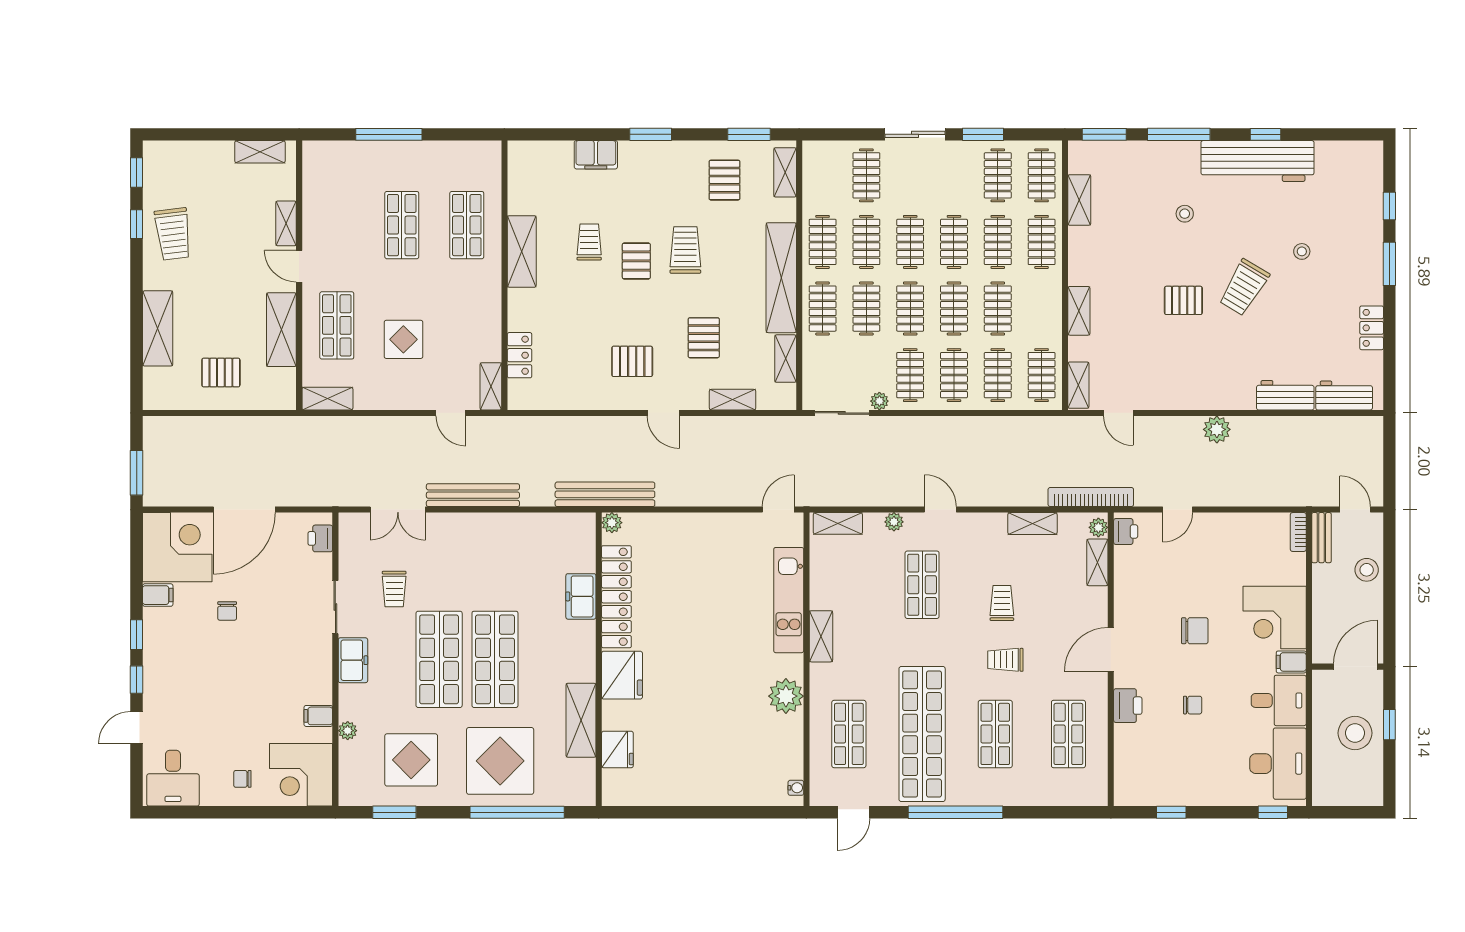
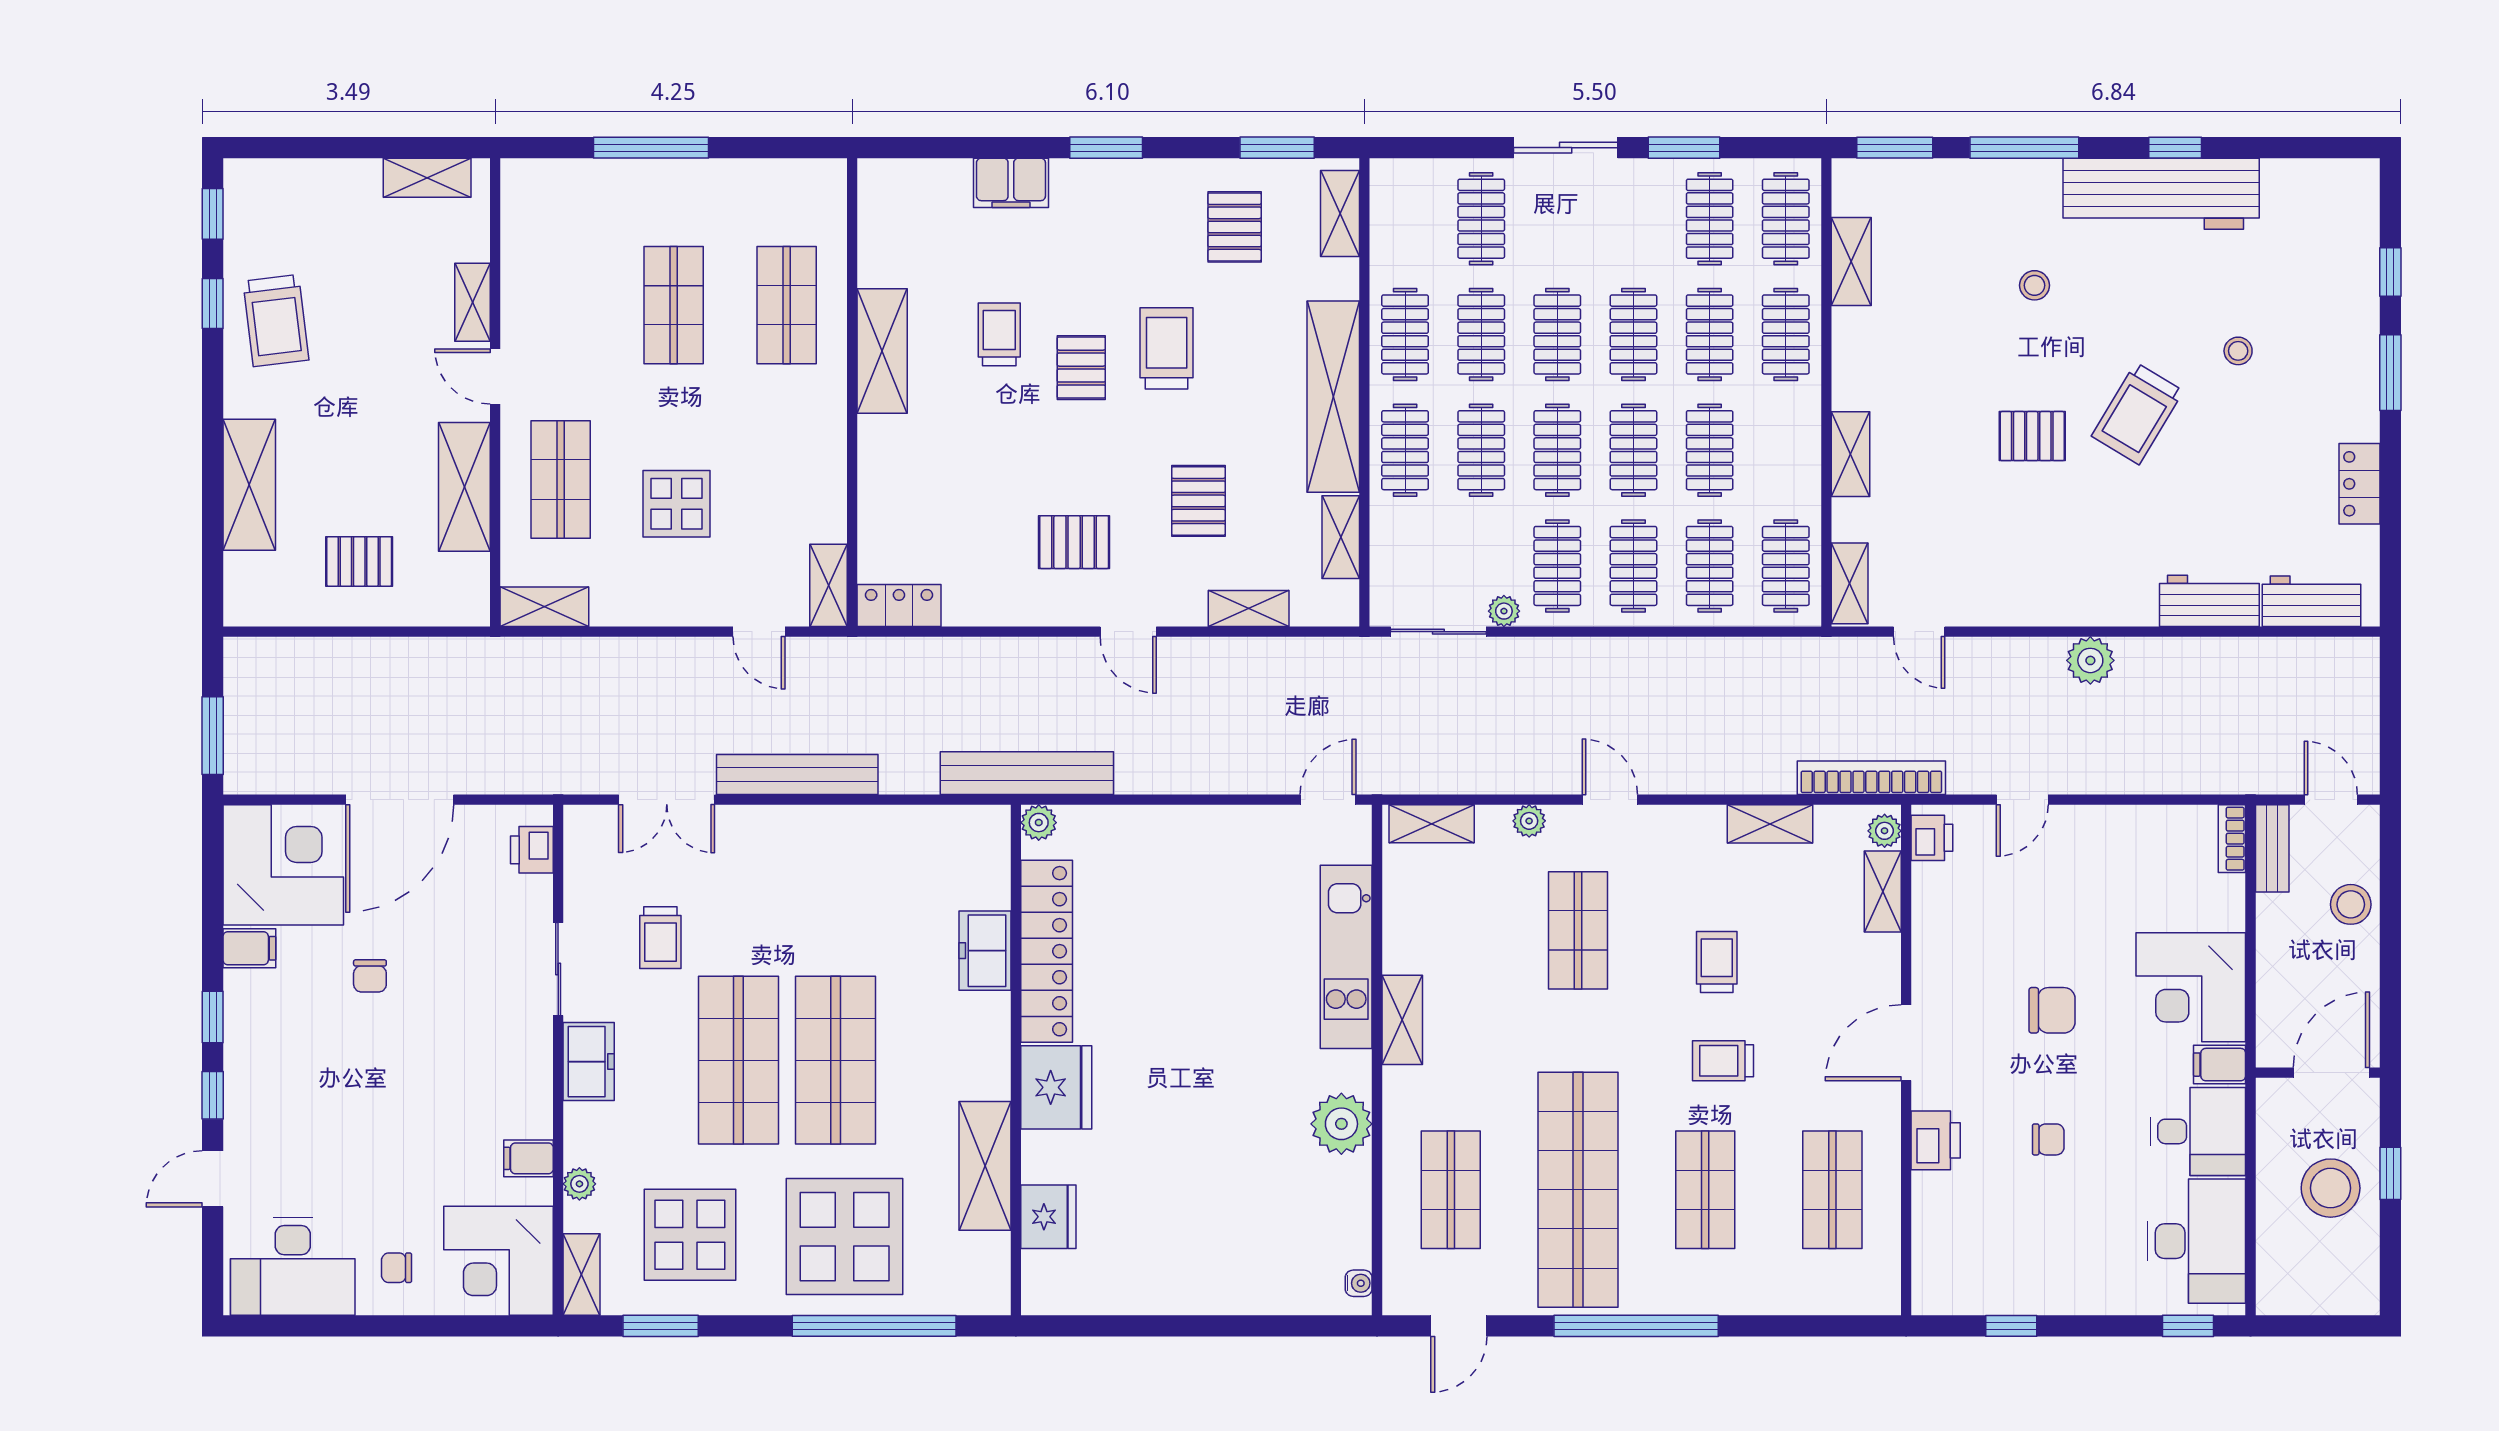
locker: (520, 355) -> (899, 606), moved, turned -90
desk: (173, 778) -> (293, 1267), width x1.37
shelving: (349, 783) -> (582, 1274), added

